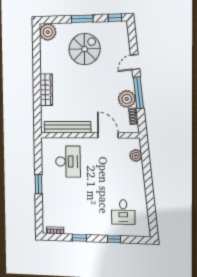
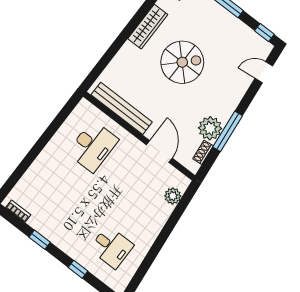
spiral stairs: (85, 49) -> (182, 62), moved
door: (135, 62) -> (264, 72), moved
wardrobe: (46, 90) -> (148, 27), moved
window: (38, 184) -> (39, 146), removed
desk: (123, 212) -> (111, 247), turned -90

